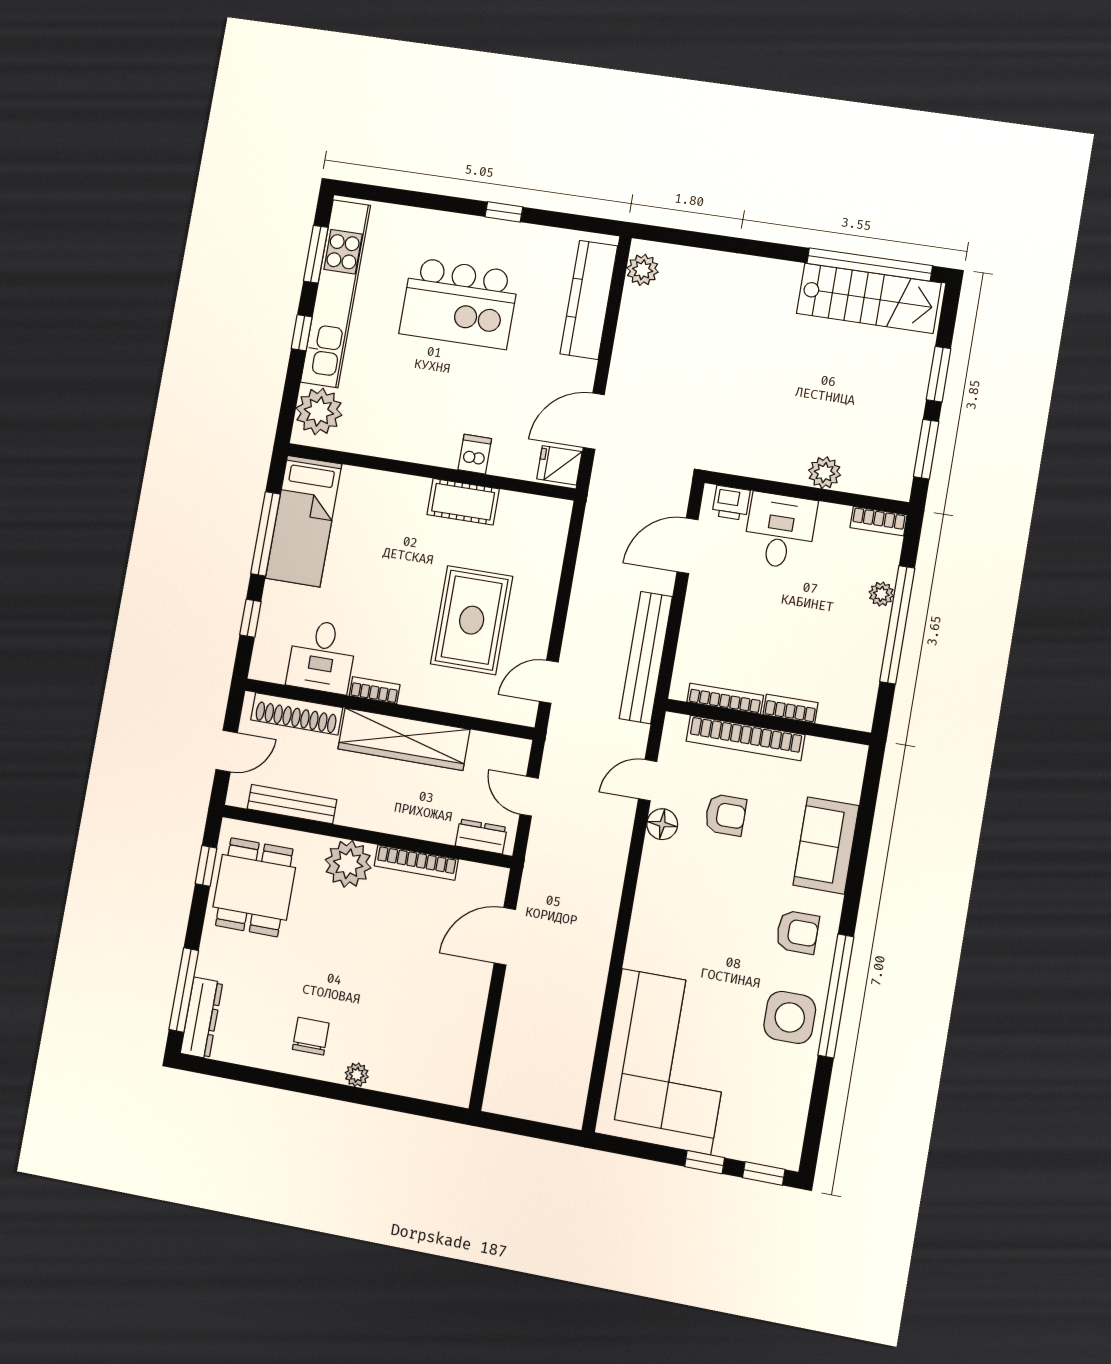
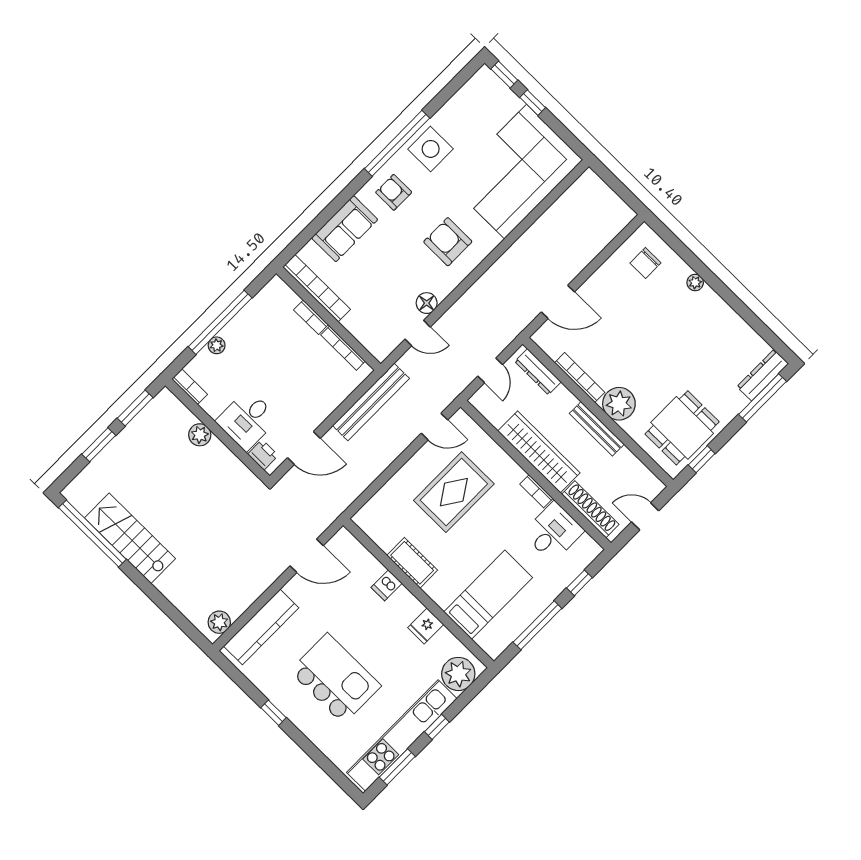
stairs: (869, 298) -> (130, 538), moved
fridge: (559, 465) -> (426, 626), moved, turned 90
bed: (304, 521) -> (488, 595), moved
bookcase: (745, 738) -> (316, 288), moved
bench: (292, 804) -> (597, 429), moved
armchair: (726, 815) -> (448, 242), moved, width x1.38, depth x1.38
dresser: (481, 837) -> (538, 372), width x1.44
chair: (311, 1036) -> (645, 263), moved

